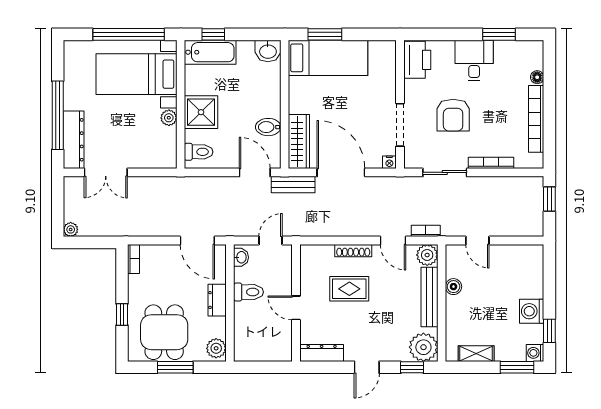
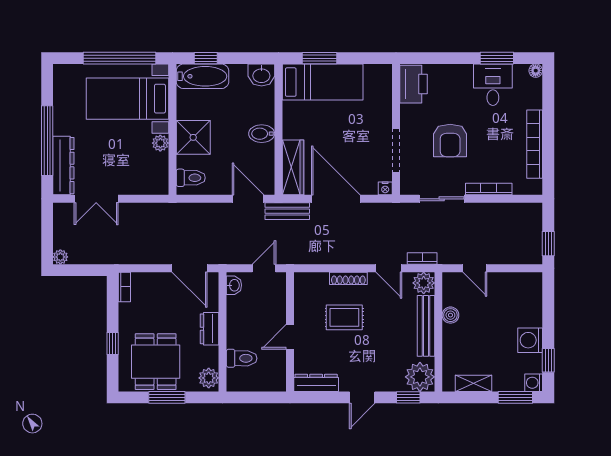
desk: (474, 60) -> (493, 85), moved
floor lamp: (537, 77) -> (536, 71), moved
bidet: (268, 127) -> (262, 134), moved
window: (549, 199) -> (548, 244), moved
toilet: (248, 292) -> (242, 358), moved
door: (296, 308) -> (290, 337), hinge flipped

